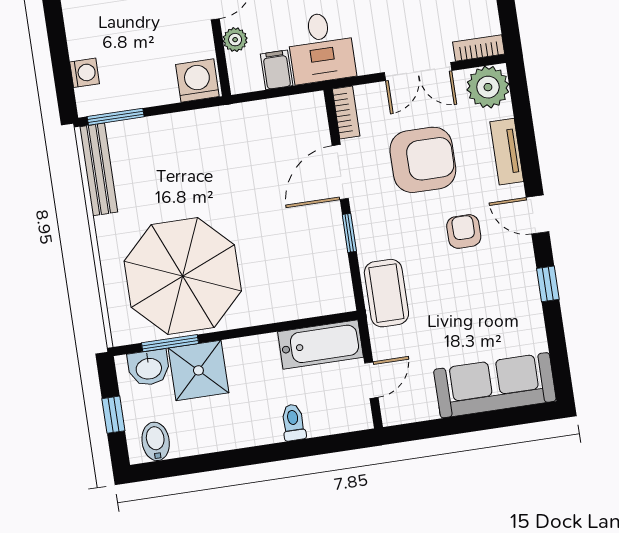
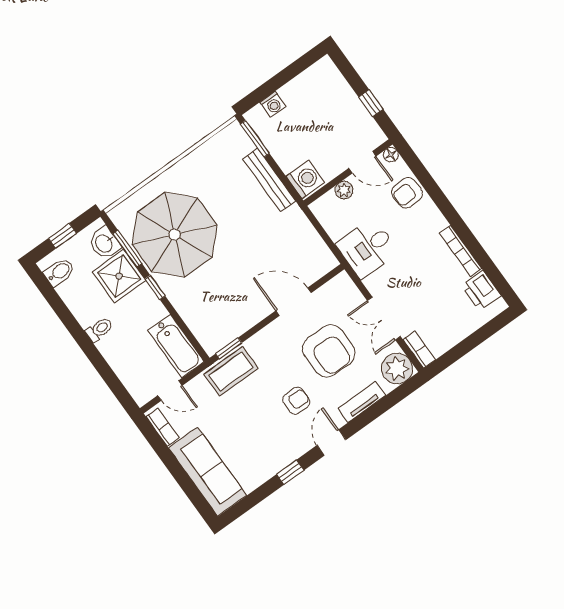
filing cabinet: (277, 70) -> (338, 227), removed
bookcase: (346, 112) -> (163, 427), moved, turned -90
bench: (99, 169) -> (269, 180), moved, turned 90
window: (349, 233) -> (229, 348), moved
window: (235, 333) -> (155, 287), added
toilet: (293, 422) -> (99, 329), moved

